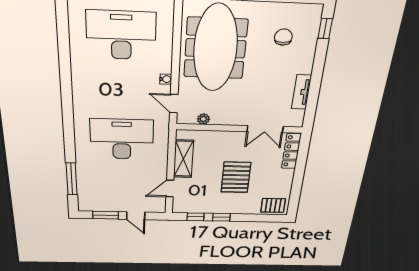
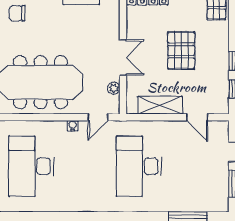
chair: (283, 37) -> (17, 13), moved
double door: (265, 129) -> (123, 57), moved
pallet: (236, 177) -> (181, 50), turned 90

